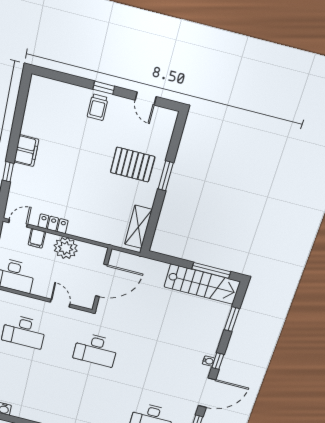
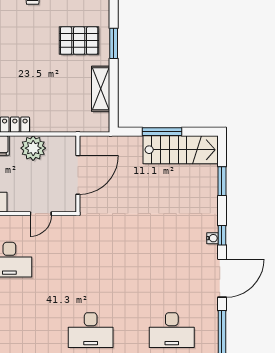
shelving: (138, 227) -> (101, 89), moved
window: (211, 270) -> (162, 132), moved
door: (60, 303) -> (41, 214), swing flipped
desk: (96, 350) -> (91, 330), moved

